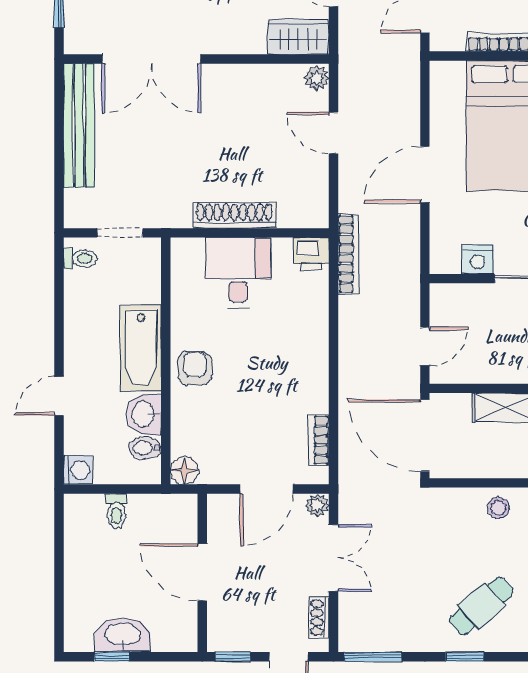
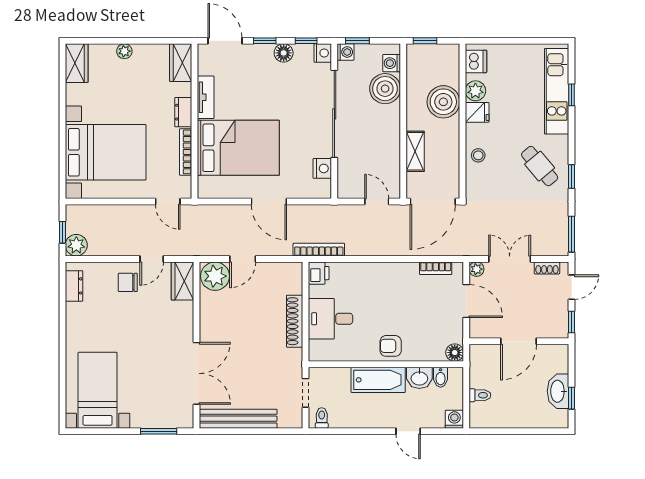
plant: (317, 78) -> (215, 276), width x1.88, depth x1.88

